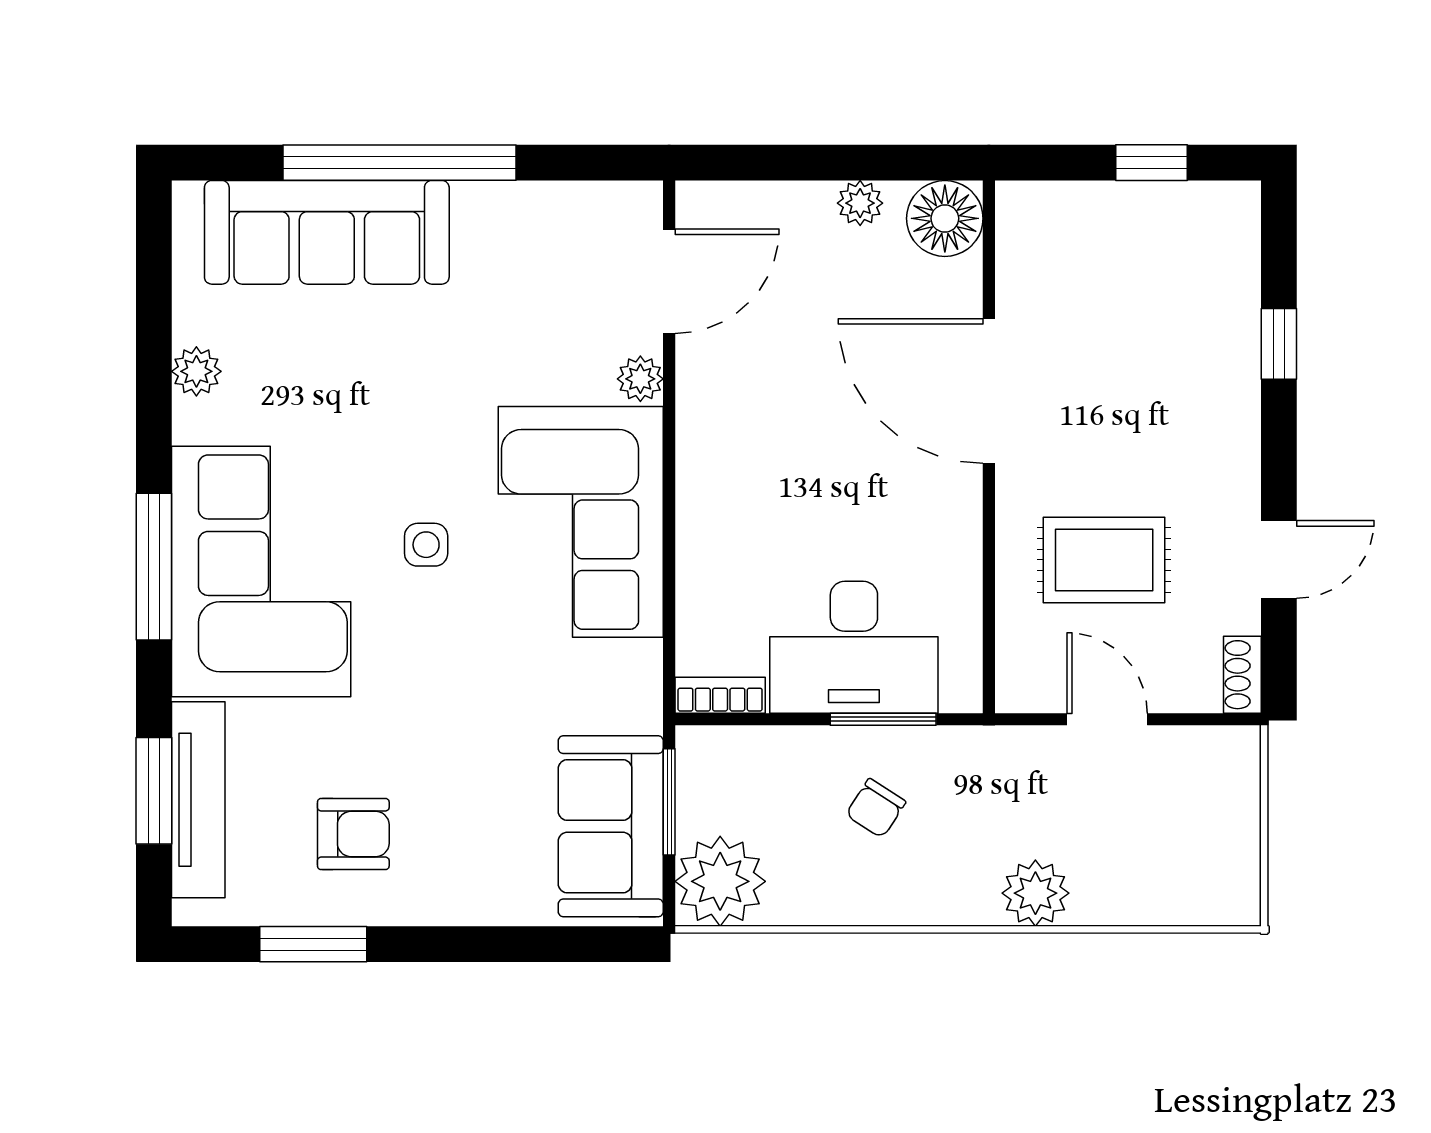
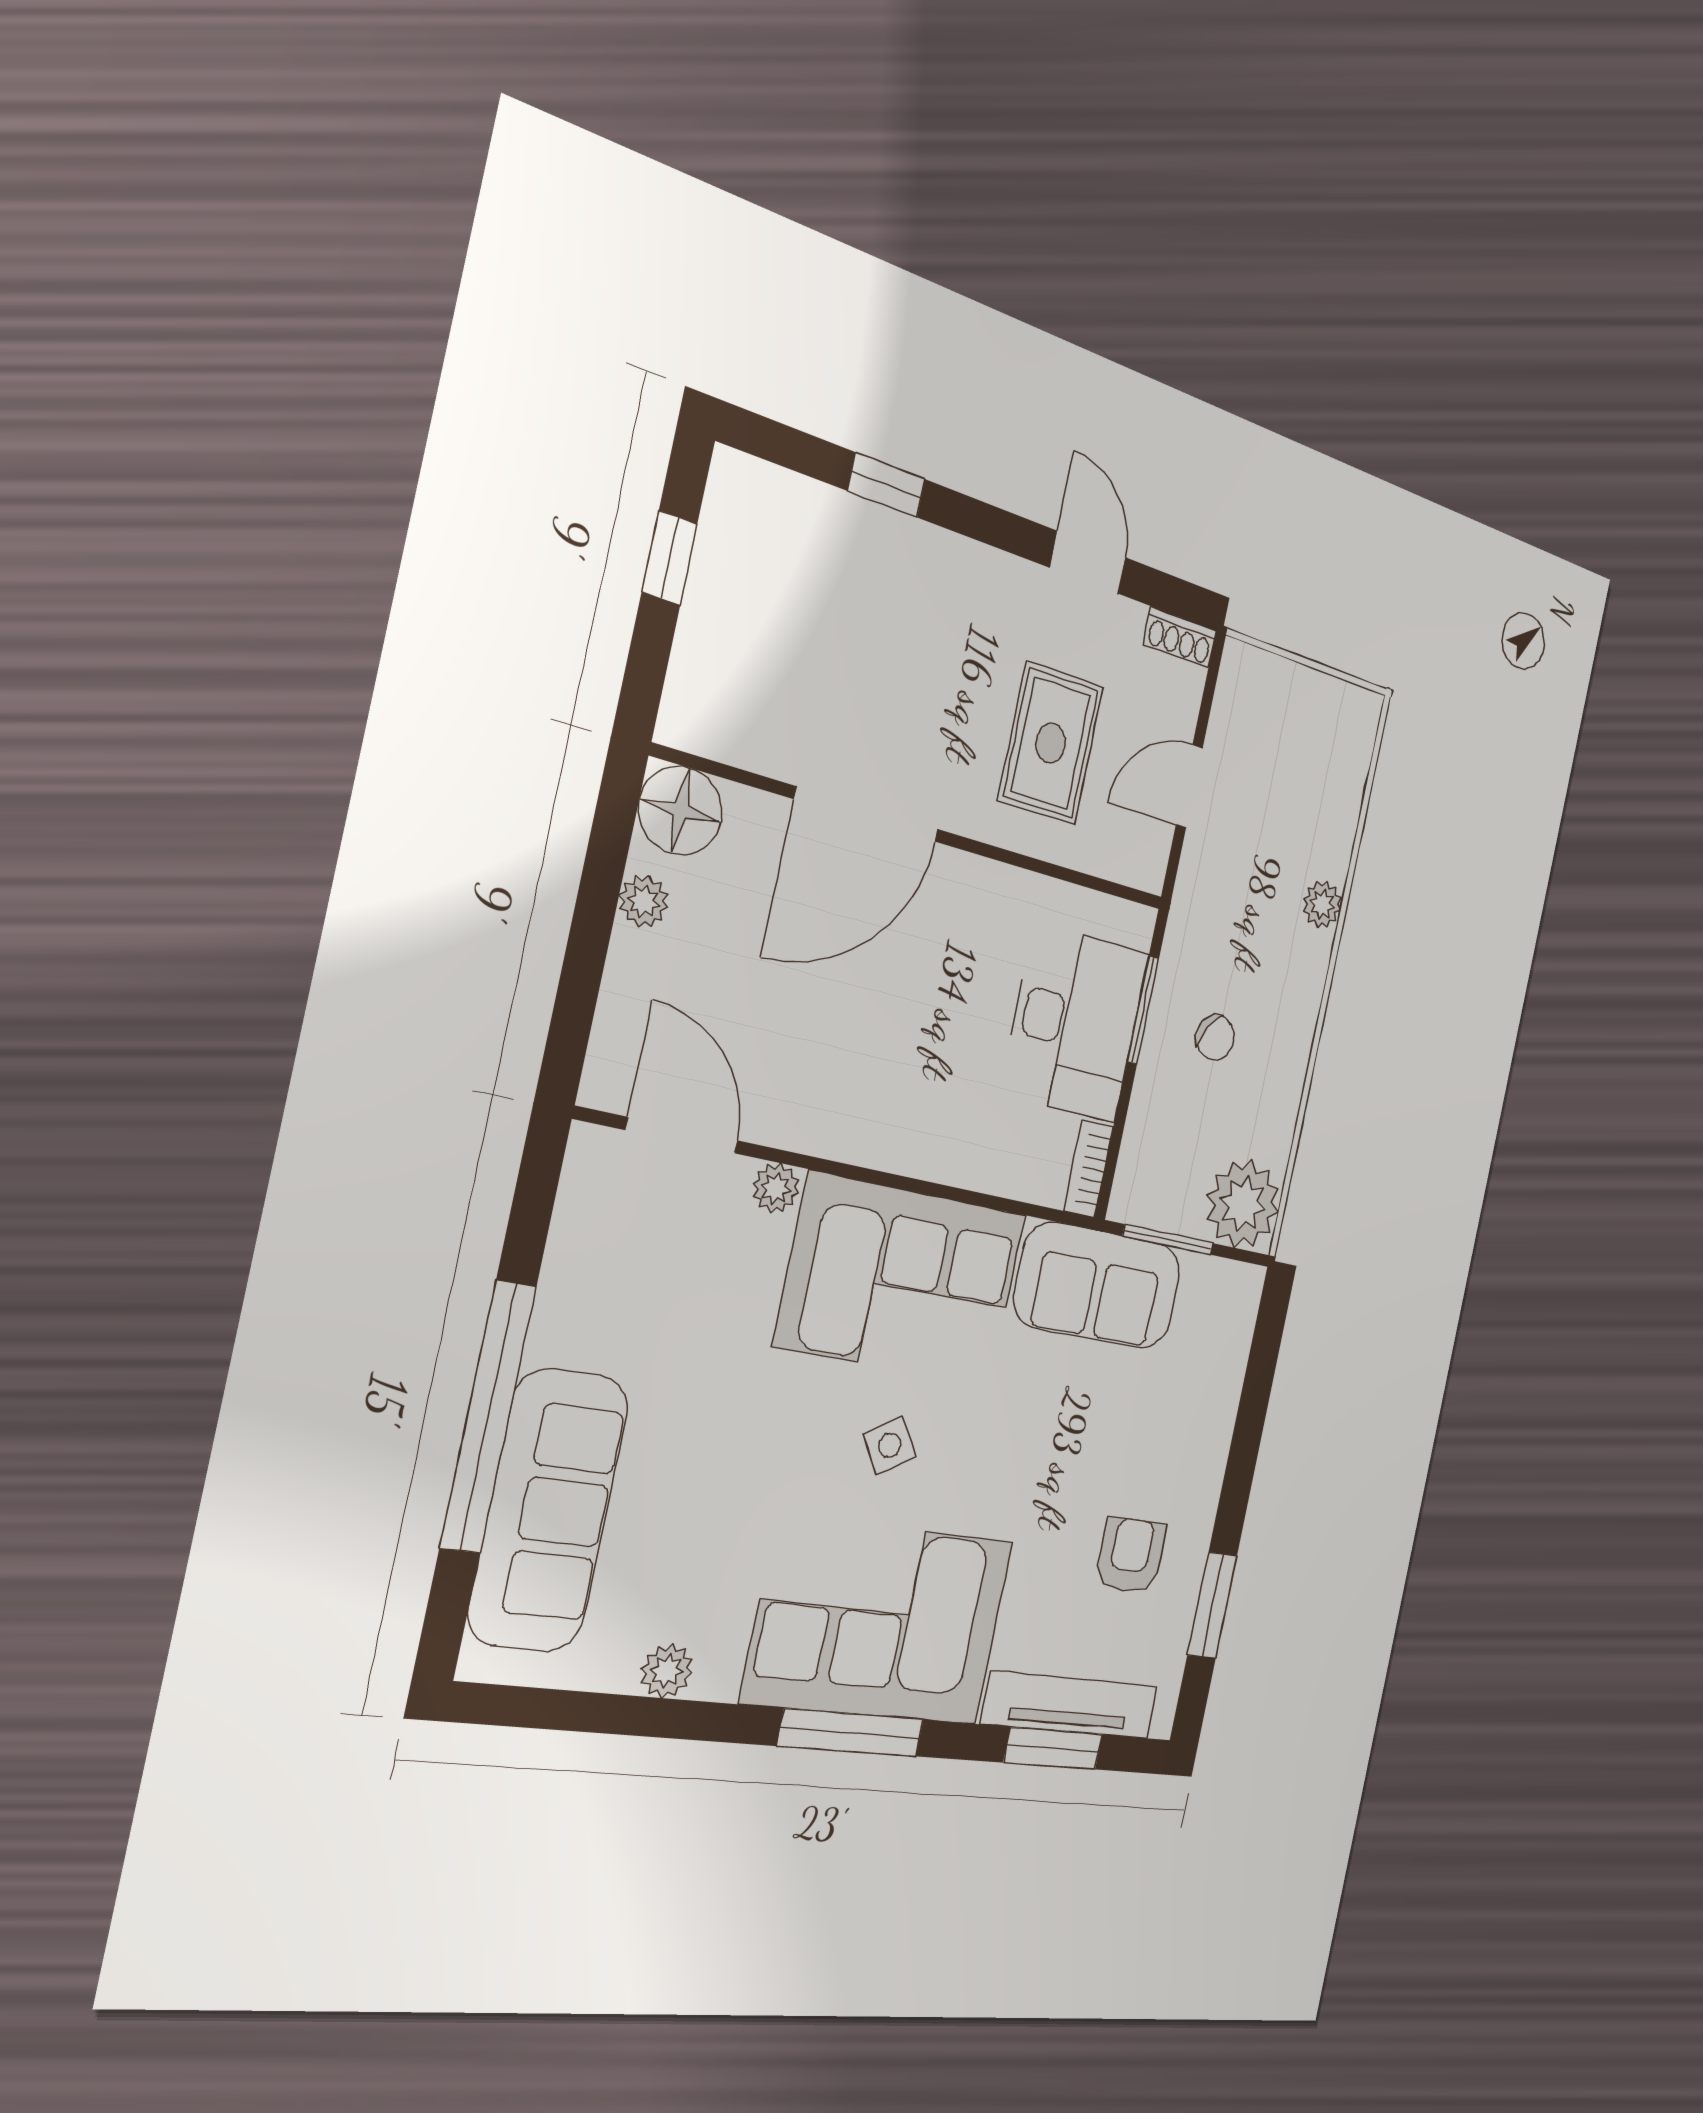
side table: (426, 545) -> (890, 1445), turned -31
sofa: (611, 826) -> (1098, 1286), moved
plant: (1035, 893) -> (1322, 904), width x0.73, depth x0.73

